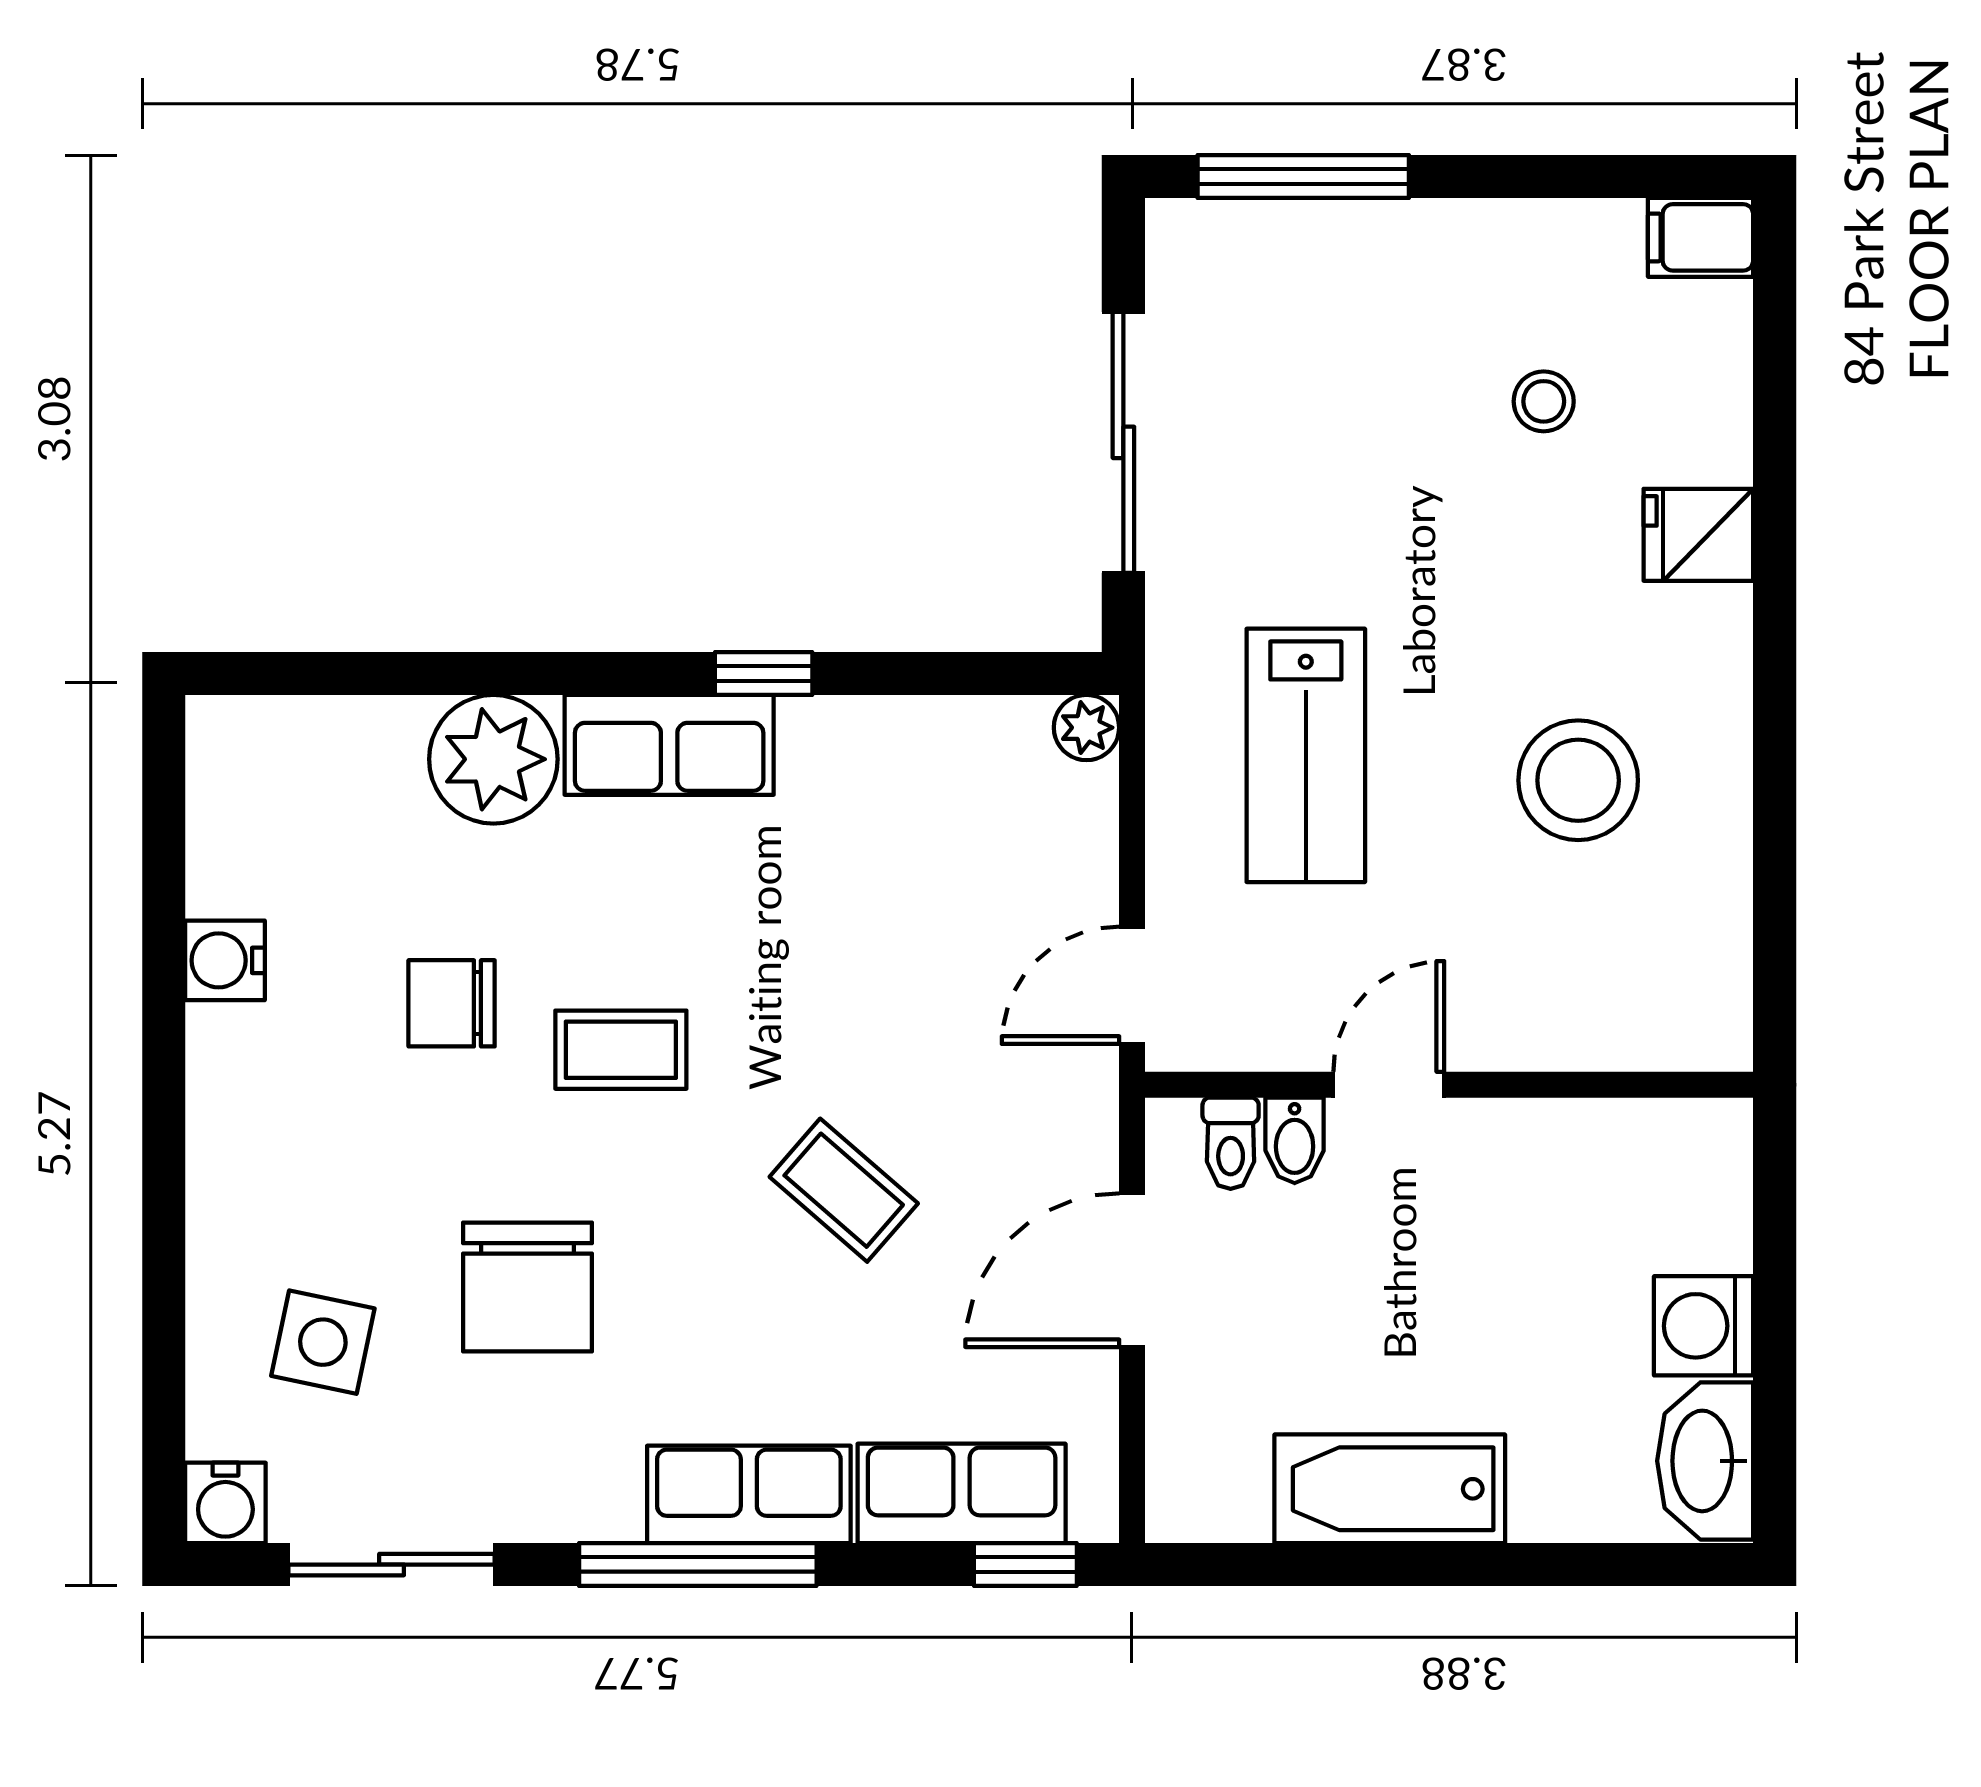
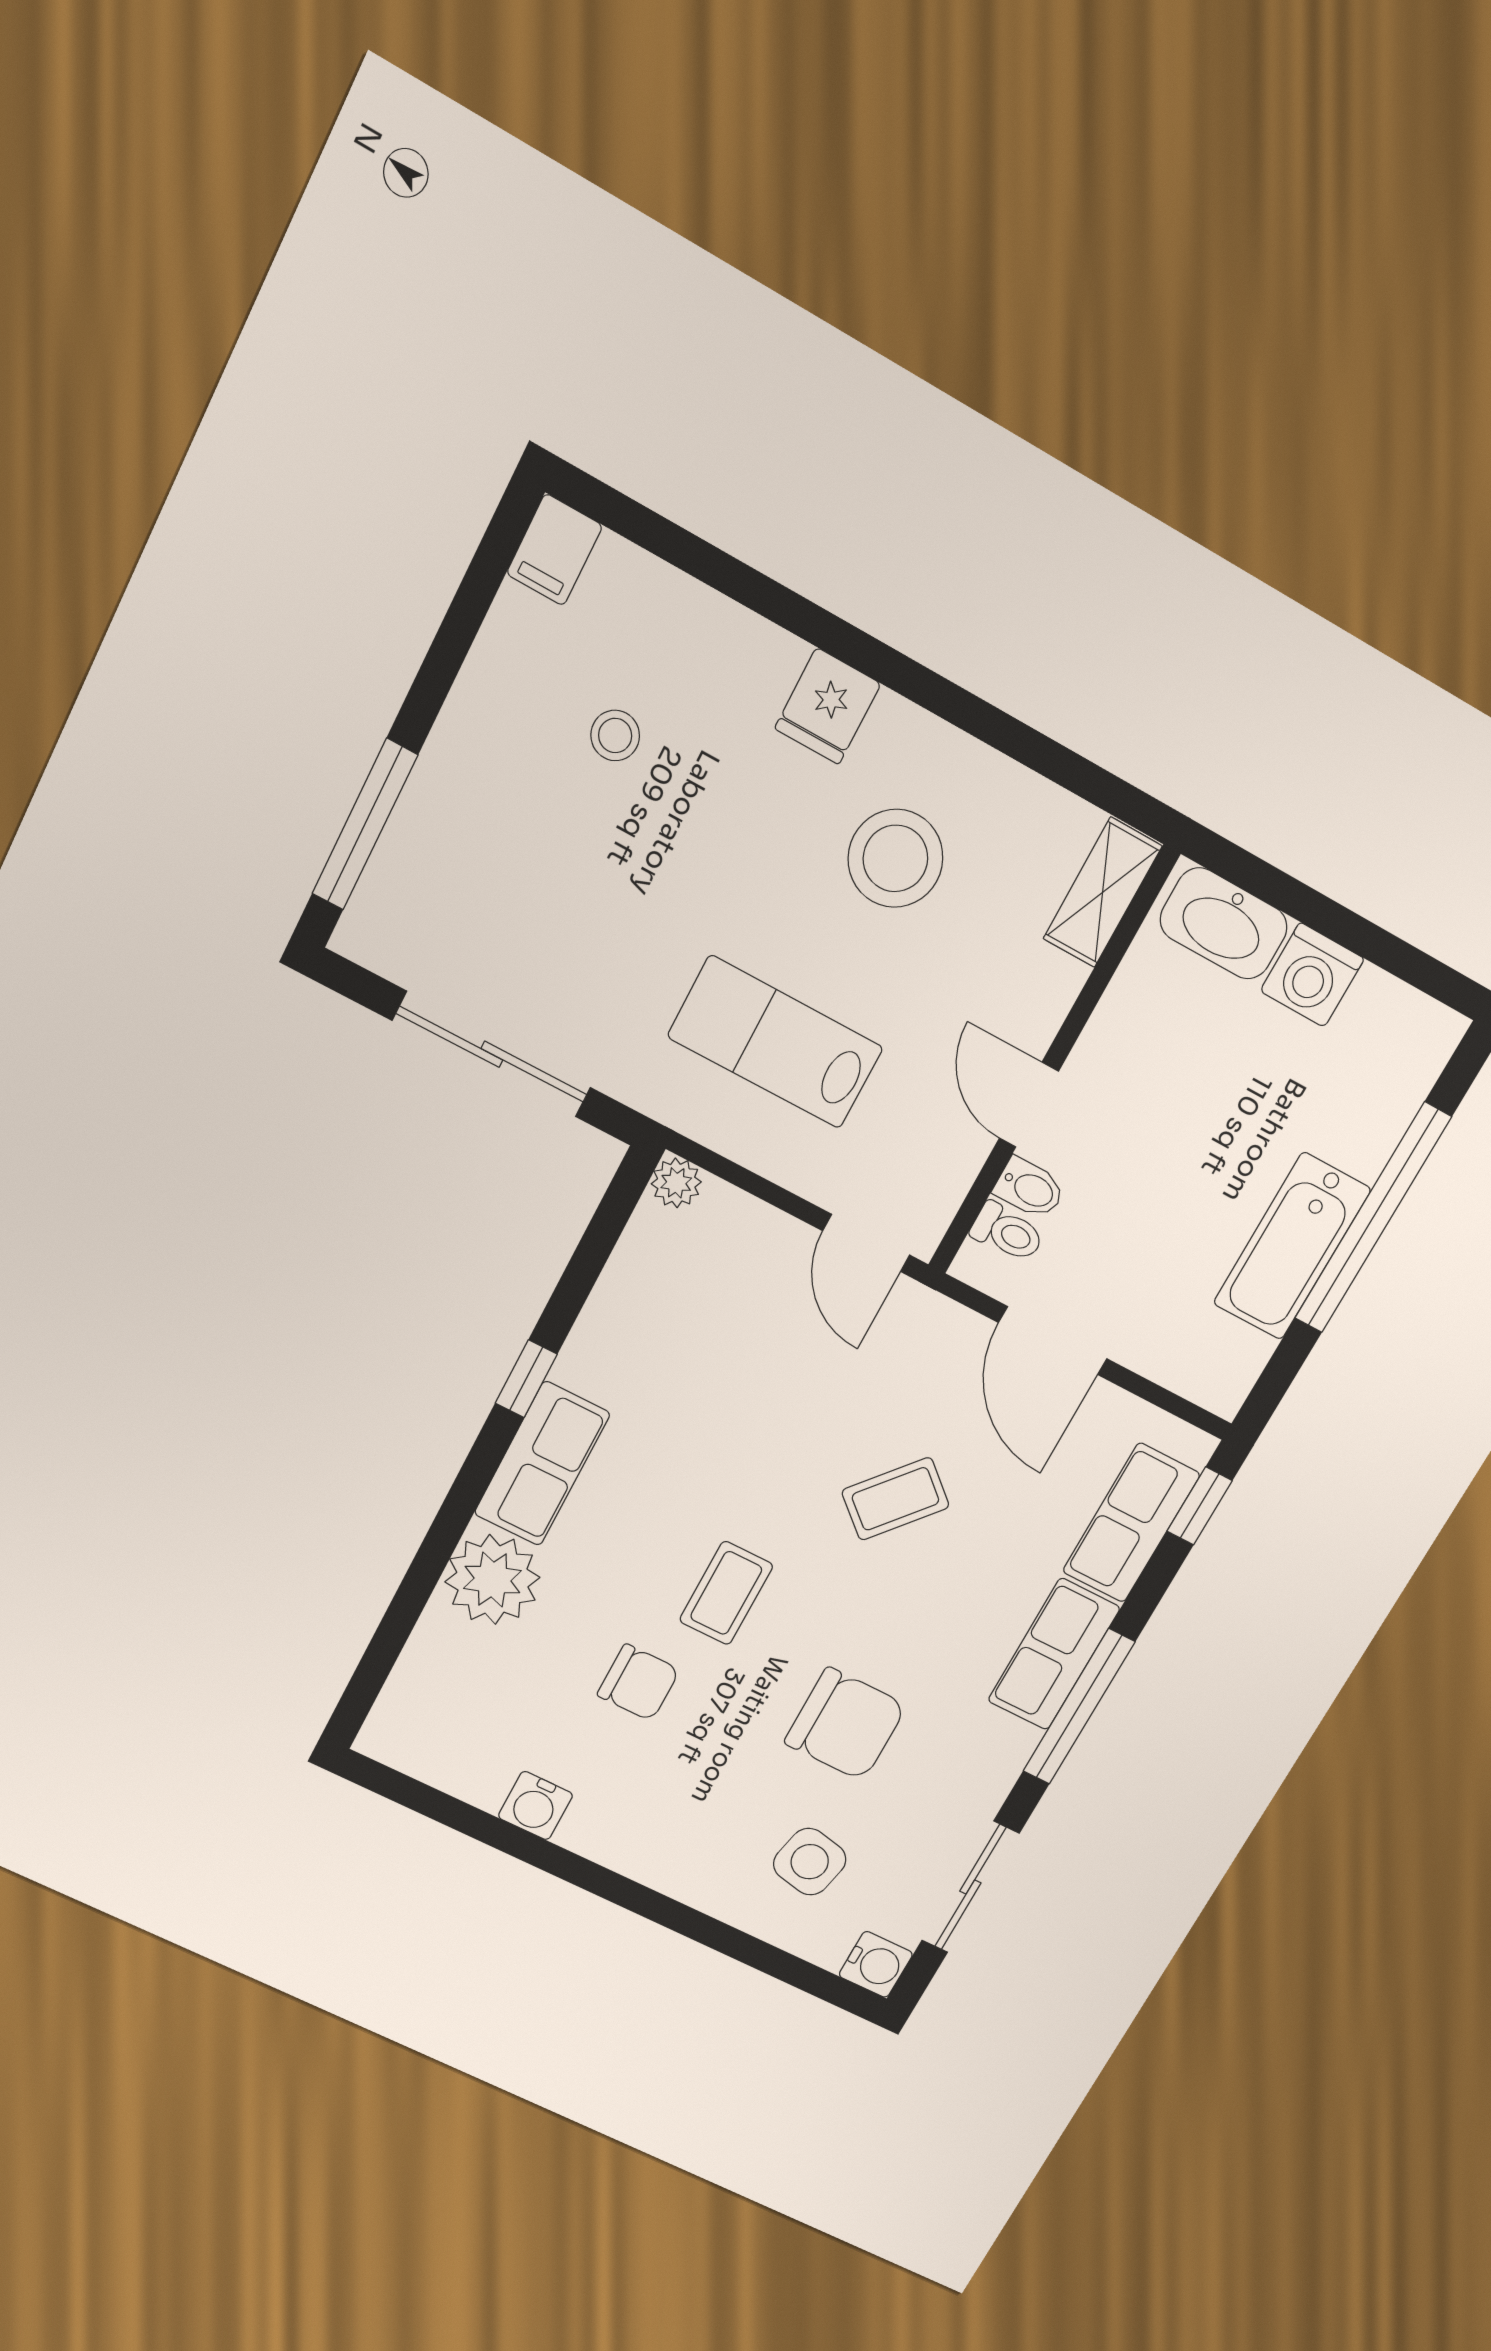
fridge: (1698, 535) -> (828, 706), moved
lab bench: (1306, 755) -> (775, 1042), turned 180
chair: (452, 1003) -> (638, 1682), turned -90
shelving: (1665, 1033) -> (1102, 892), added
washbasin: (1705, 1461) -> (1224, 924), moved
window: (1472, 1565) -> (1373, 1218), added

